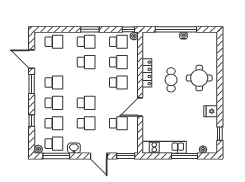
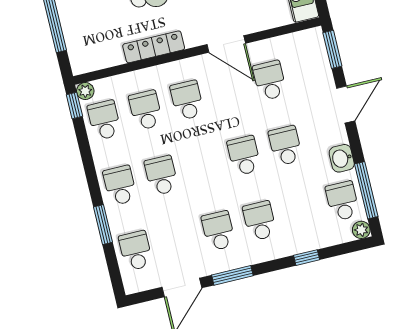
window: (90, 29) -> (103, 225), moved
school desk: (54, 123) -> (301, 211), removed

